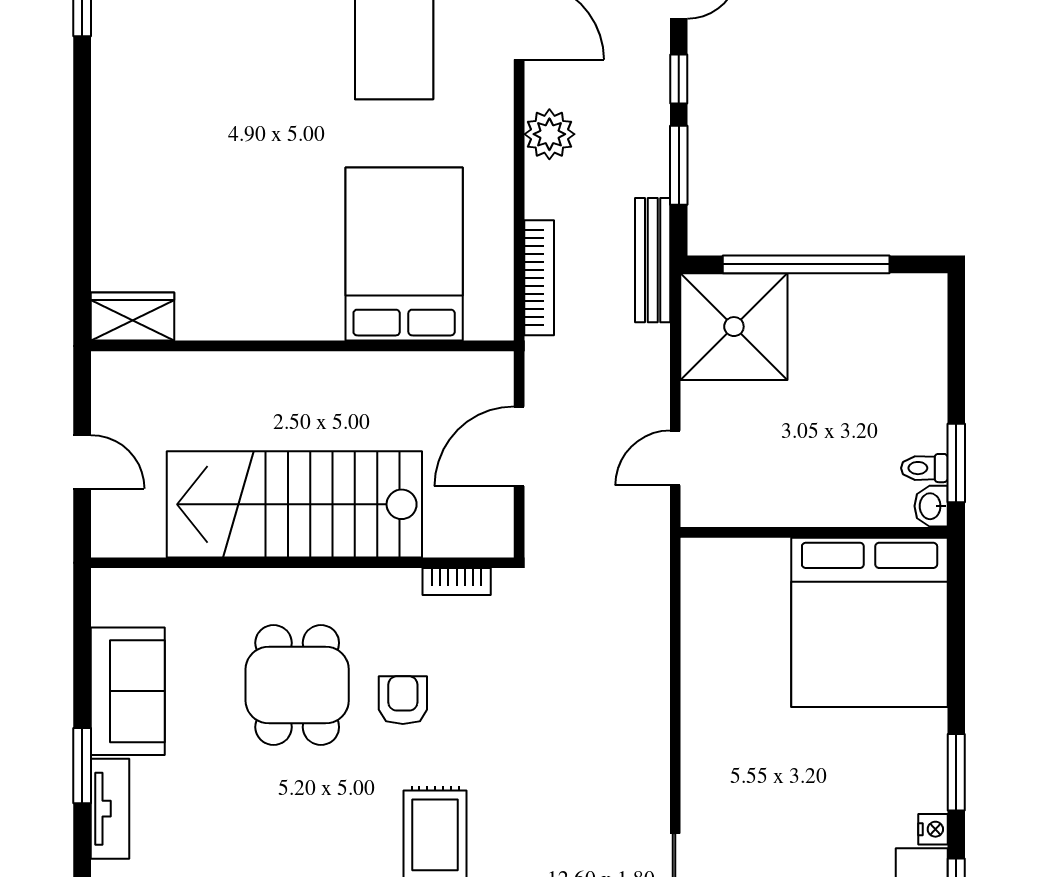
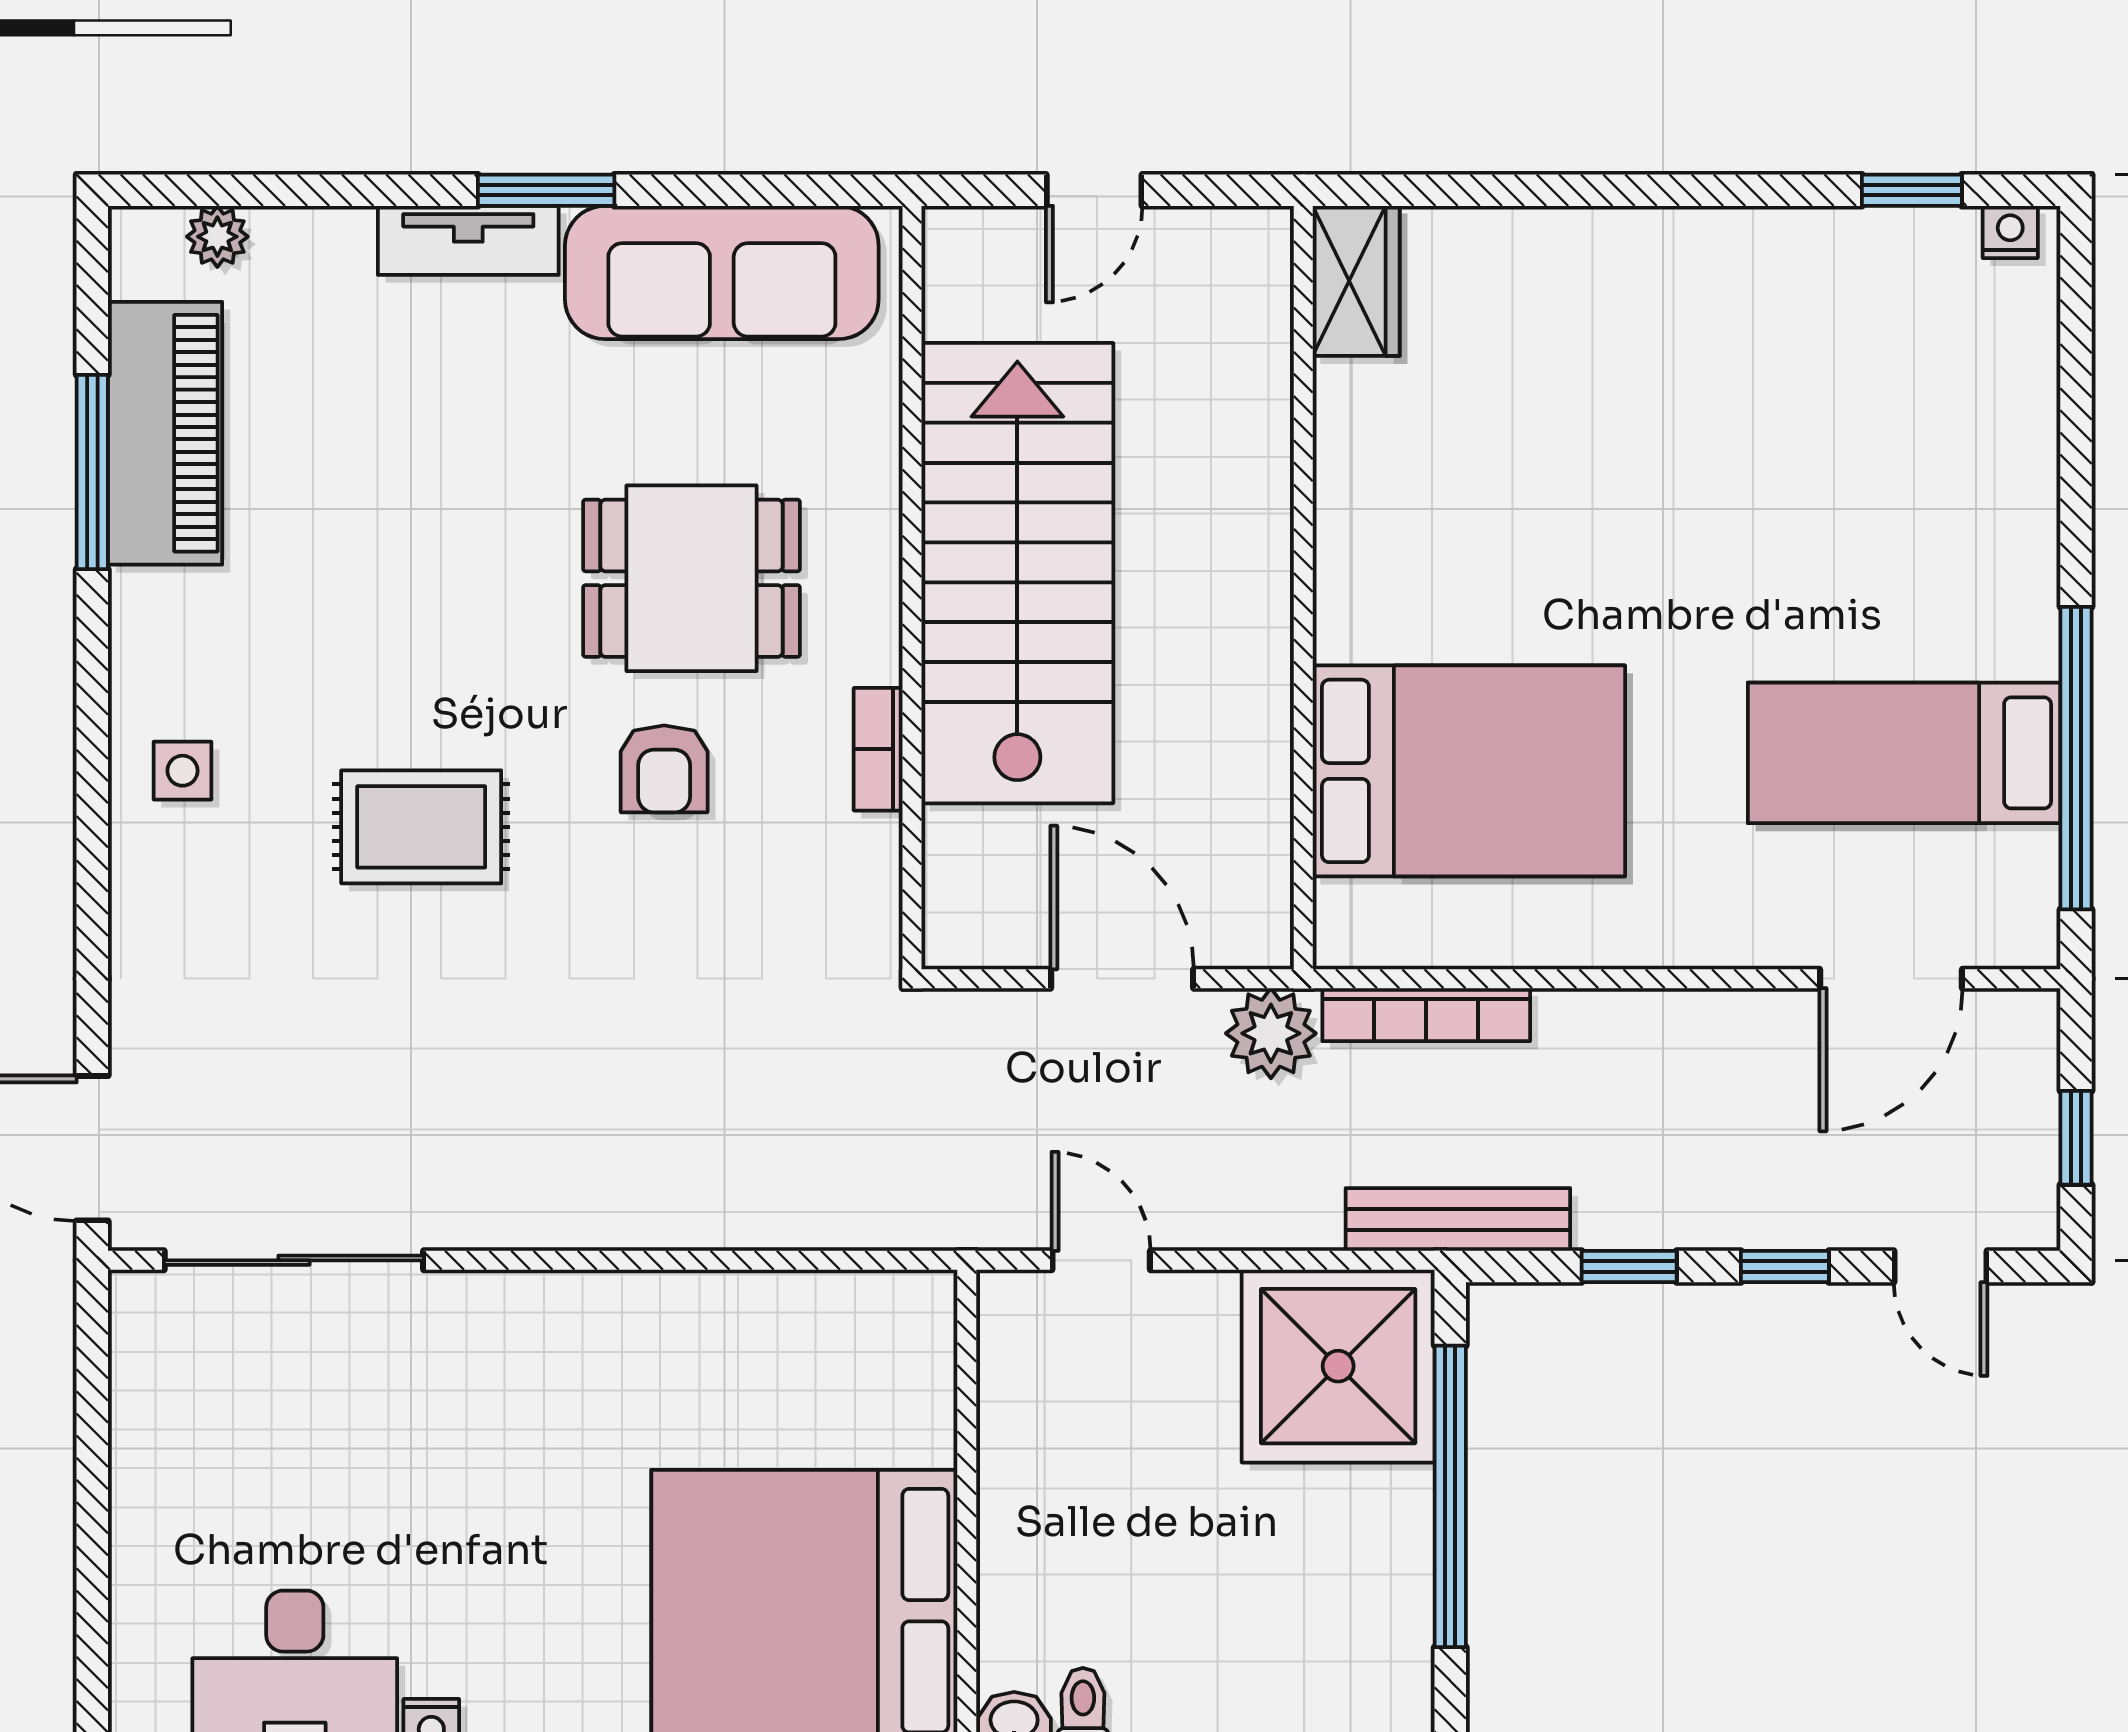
plant: (549, 134) -> (1271, 1033), moved
window: (679, 165) -> (1629, 1267), width x0.67
bookcase: (457, 582) -> (878, 749), moved
sofa: (128, 691) -> (722, 272), width x1.36
armchair: (403, 700) -> (664, 769), turned 90

